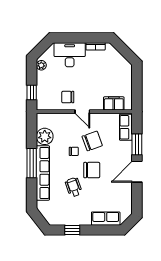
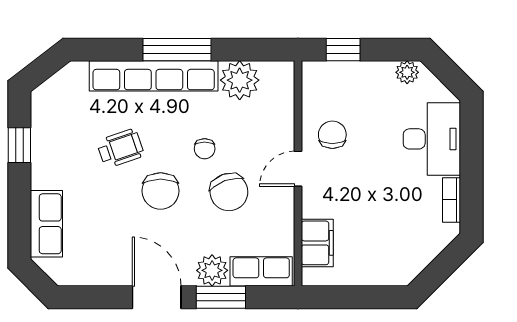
plant: (125, 148) -> (212, 270), added

